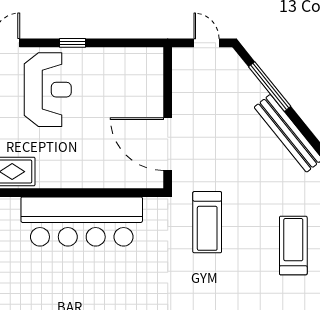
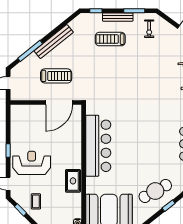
treadmill: (207, 222) -> (56, 76), moved

